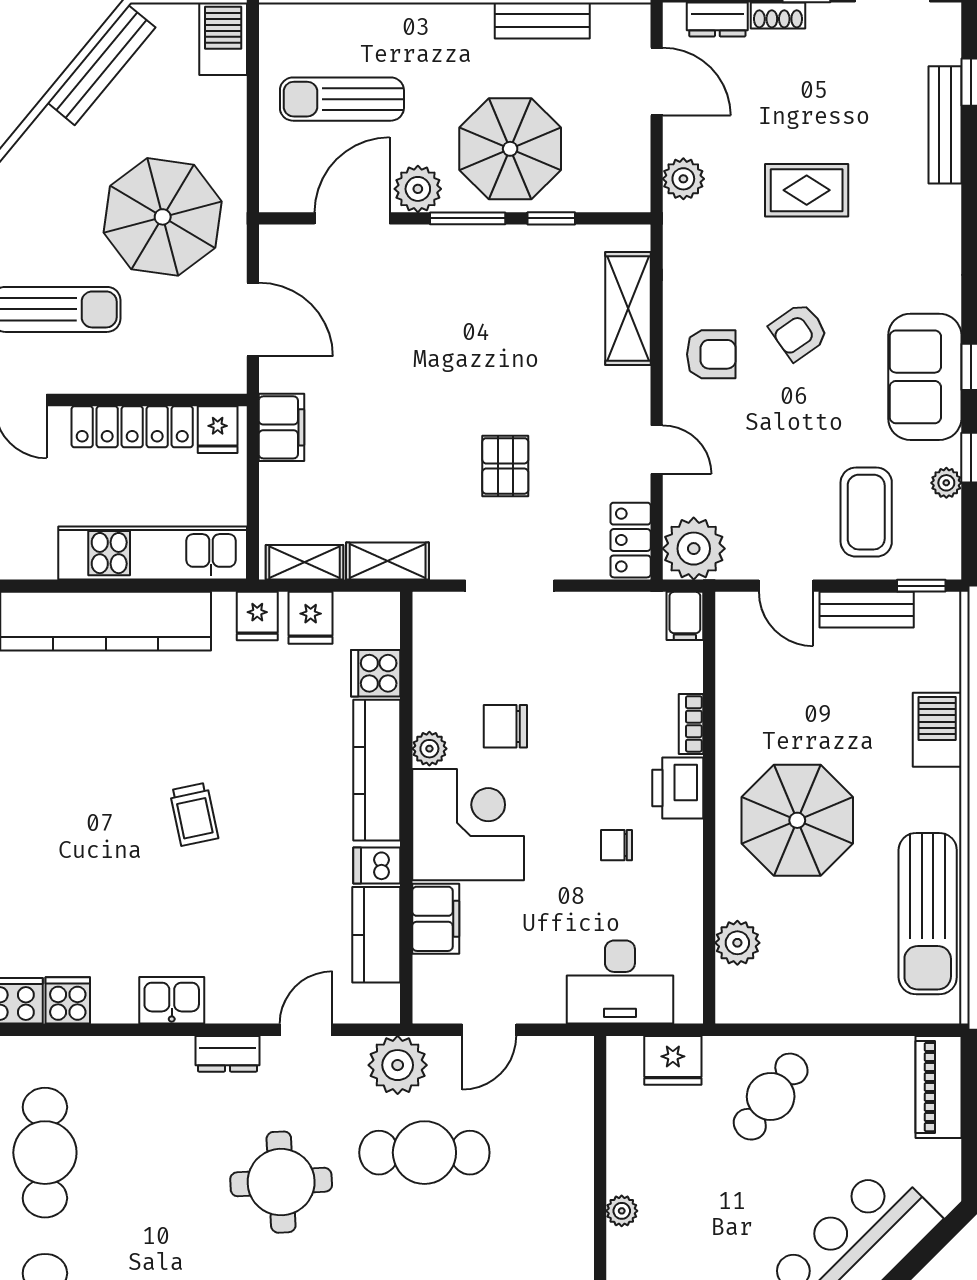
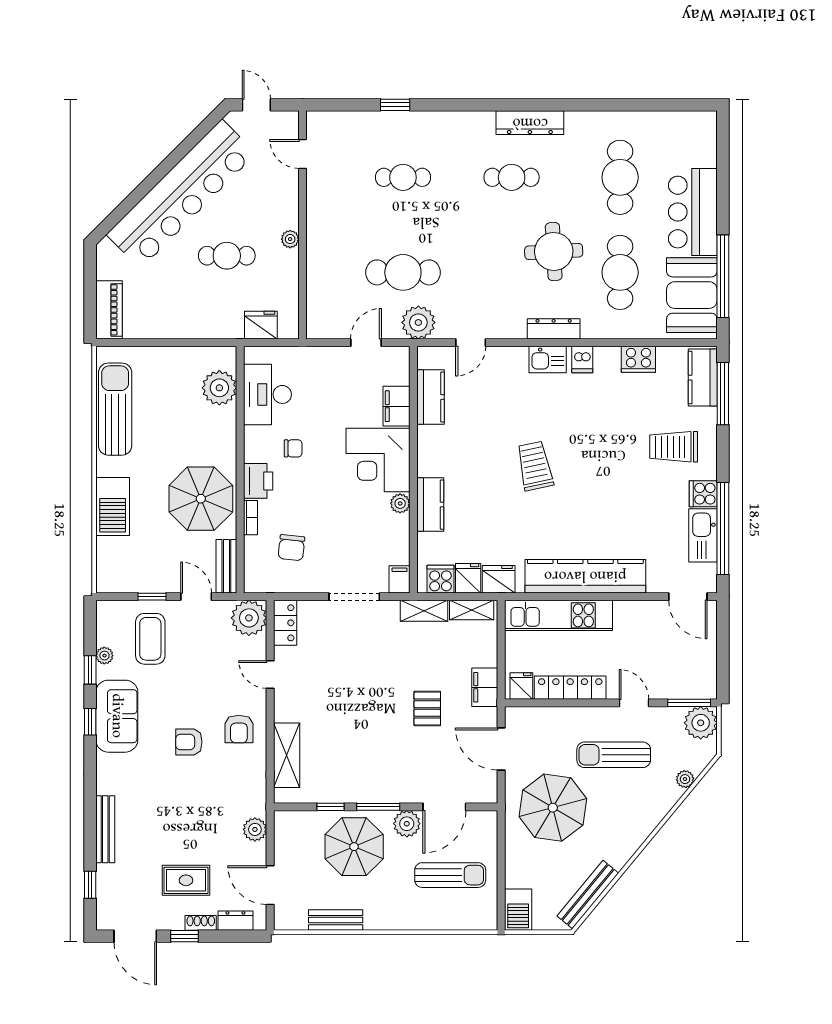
bench: (945, 125) -> (105, 829), moved
rug: (807, 190) -> (186, 880), moved
armchair: (799, 332) -> (189, 742), turned -145
armchair: (711, 354) -> (239, 729), turned -90
pallet: (505, 466) -> (427, 709), moved
window: (921, 586) -> (152, 597), moved
bench: (867, 610) -> (226, 566), moved, turned 90
fridge: (257, 616) -> (499, 579), width x1.38
filing cabinet: (685, 616) -> (400, 579), moved
cooker: (376, 673) -> (440, 579), moved, turned -90
chair: (505, 726) -> (291, 548), moved, turned 96
barbecue: (937, 730) -> (113, 507), width x1.37, depth x1.21
kitchen counter: (377, 770) -> (430, 505), width x0.67
trolley: (194, 814) -> (535, 466), width x1.36, depth x1.39
parasol: (797, 820) -> (201, 499), moved
dishwasher: (377, 865) -> (582, 360), moved, turned 90
plant: (737, 943) -> (219, 388), width x1.36, depth x1.36
desk: (620, 982) -> (267, 394), moved, turned -90
cooker: (68, 1000) -> (607, 359), removed
dresser: (228, 1054) -> (554, 329), moved, width x1.44
cafe table: (771, 1097) -> (227, 256), moved, turned 53
round table: (281, 1182) -> (554, 251), moved

